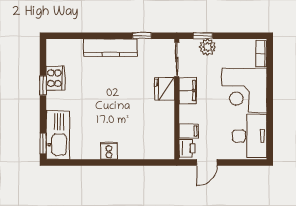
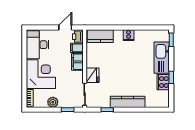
plant: (208, 47) -> (53, 102), moved
filing cabinet: (188, 91) -> (77, 62), moved
kitchen sink: (58, 135) -> (162, 58), moved
kitchen counter: (153, 149) -> (100, 36), added

